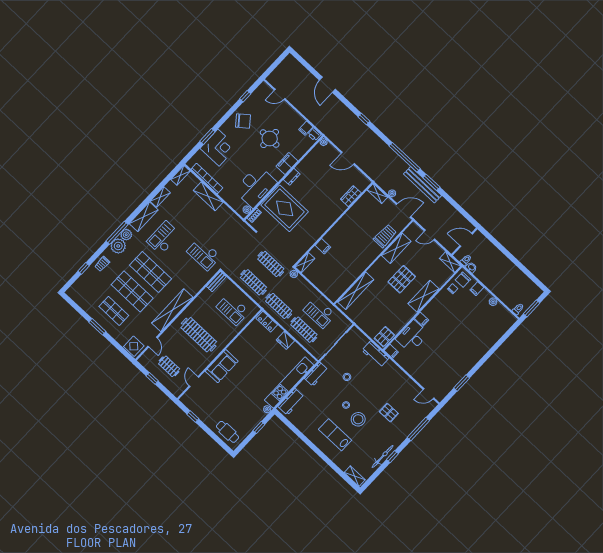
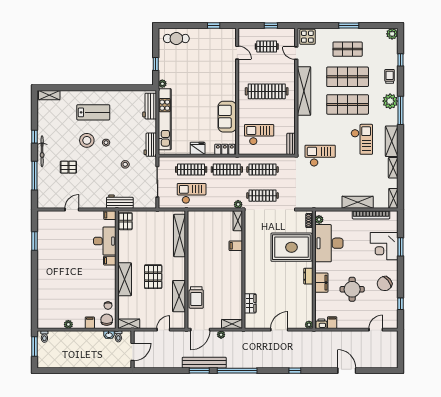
plant: (126, 235) -> (392, 34), moved
sofa: (222, 366) -> (227, 117), moved
door: (429, 394) -> (72, 209), moved
bicycle: (383, 456) -> (42, 151), moved

